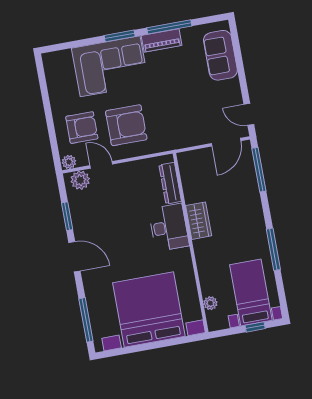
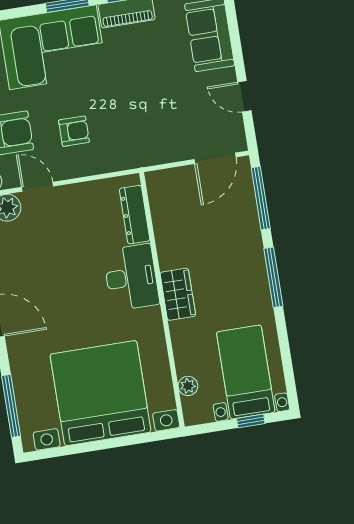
door: (249, 114) -> (244, 96), moved
armchair: (126, 125) -> (74, 131), width x0.53, depth x0.53
wardrobe: (199, 221) -> (178, 294), moved
window: (273, 249) -> (273, 277), moved

